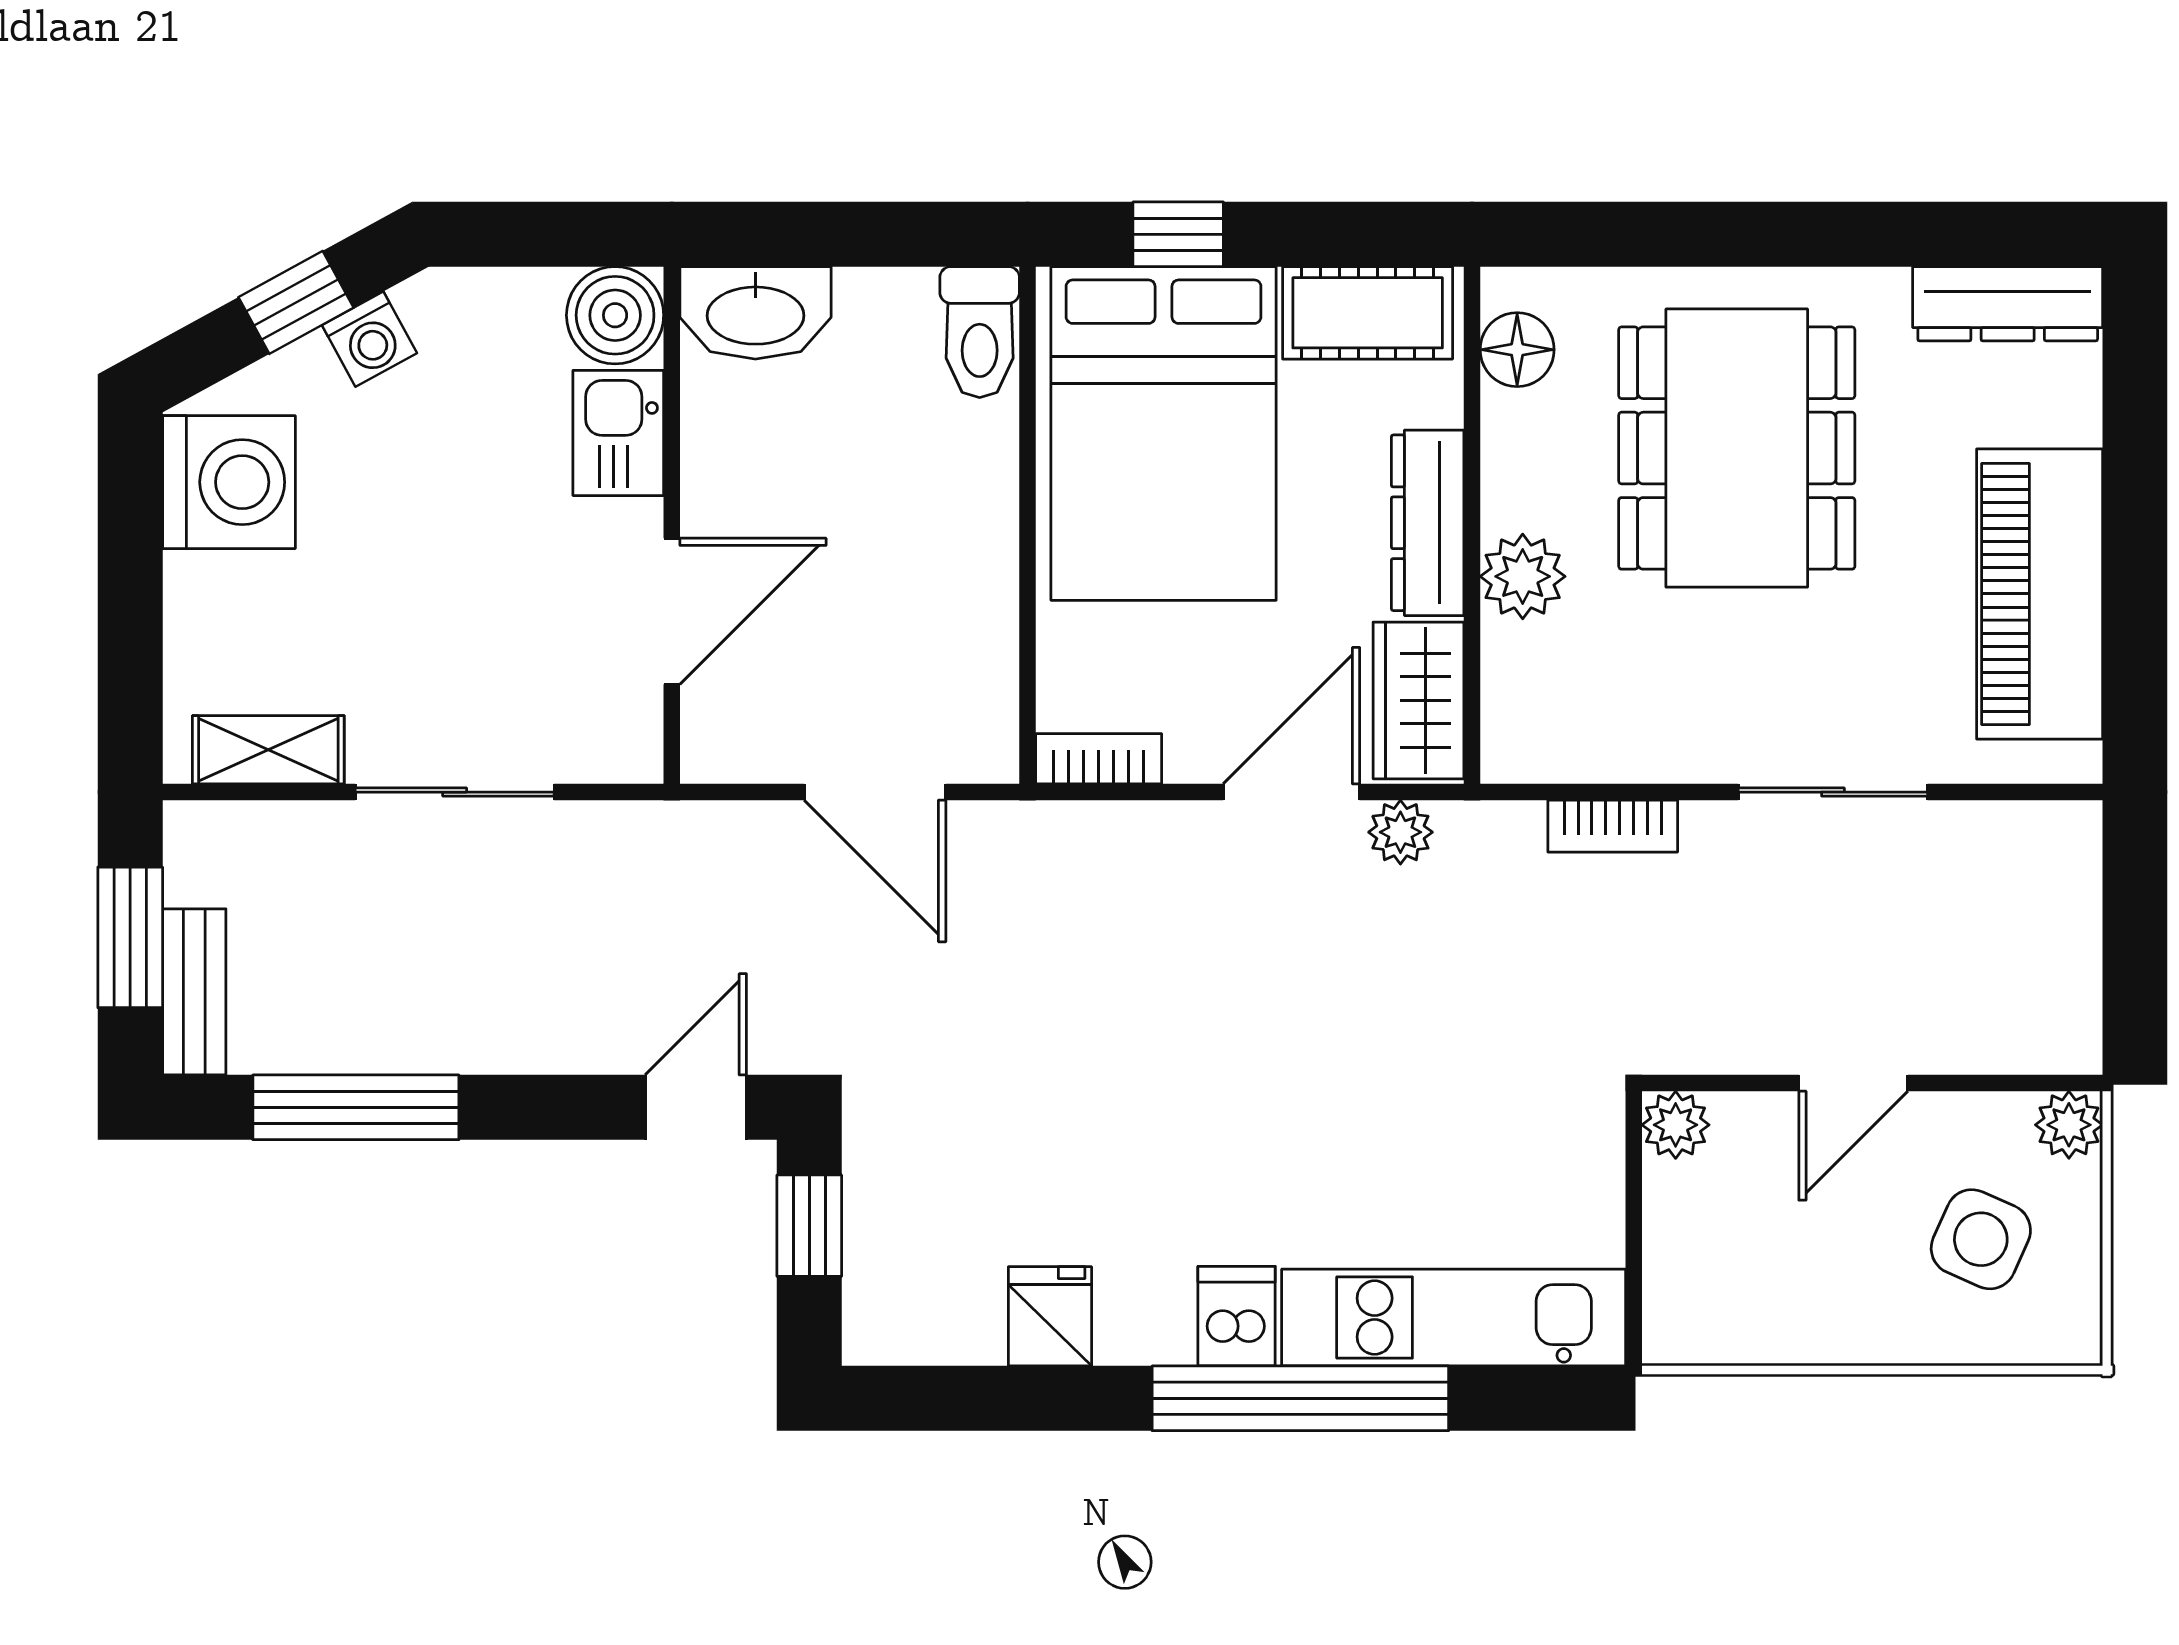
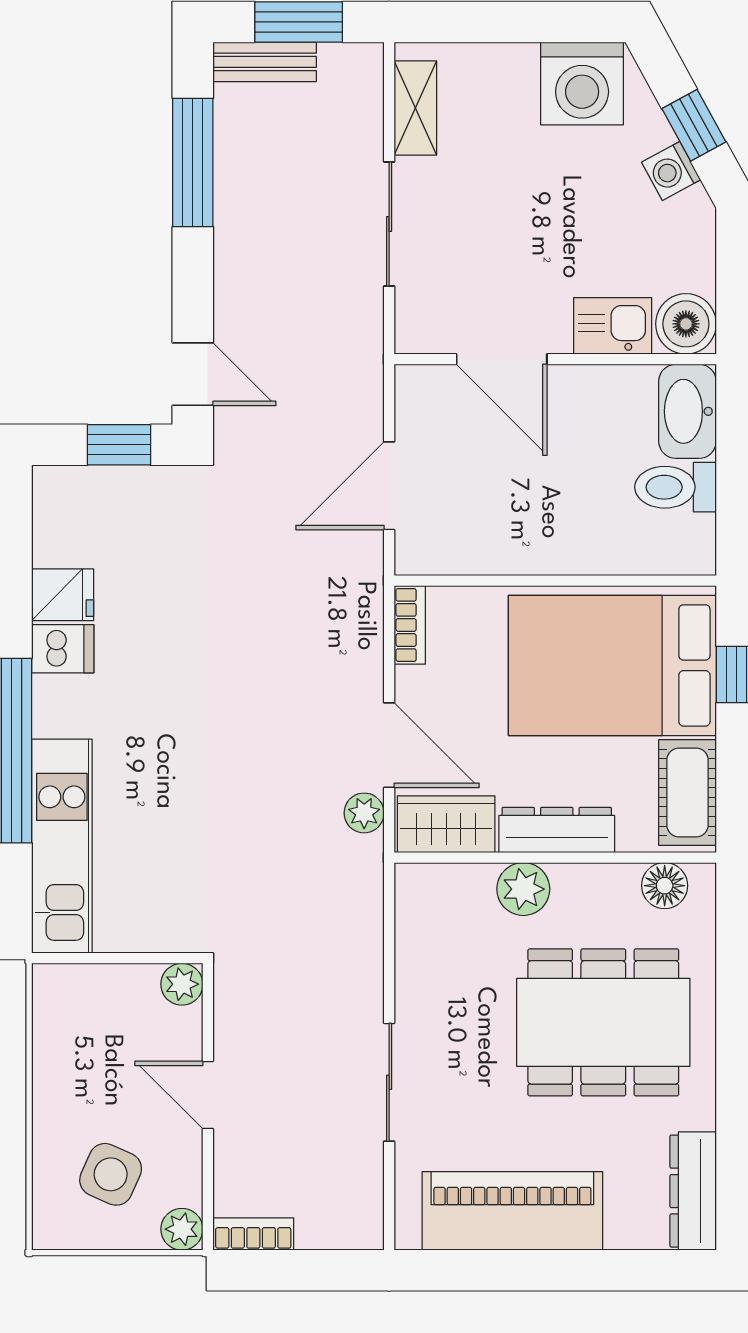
toilet: (980, 332) -> (675, 487), moved
bookcase: (1613, 826) -> (253, 1234), moved, turned 90
dishwasher: (1237, 1316) -> (63, 649), moved

